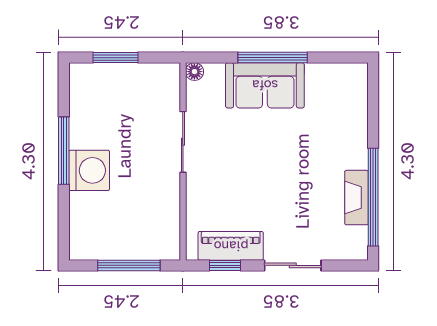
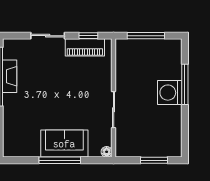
window: (64, 151) -> (185, 84), moved

